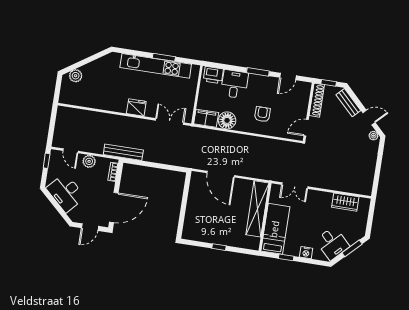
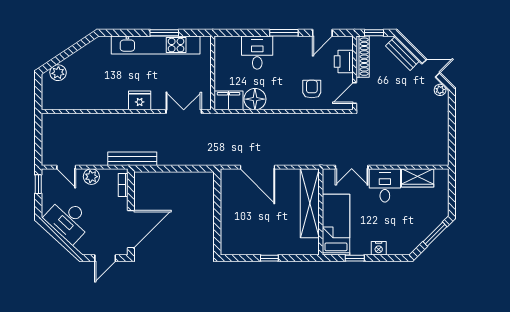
printer: (213, 75) -> (344, 61), moved, turned 90
armchair: (262, 114) -> (312, 89), moved
desk: (332, 243) -> (385, 185), moved, turned -135

